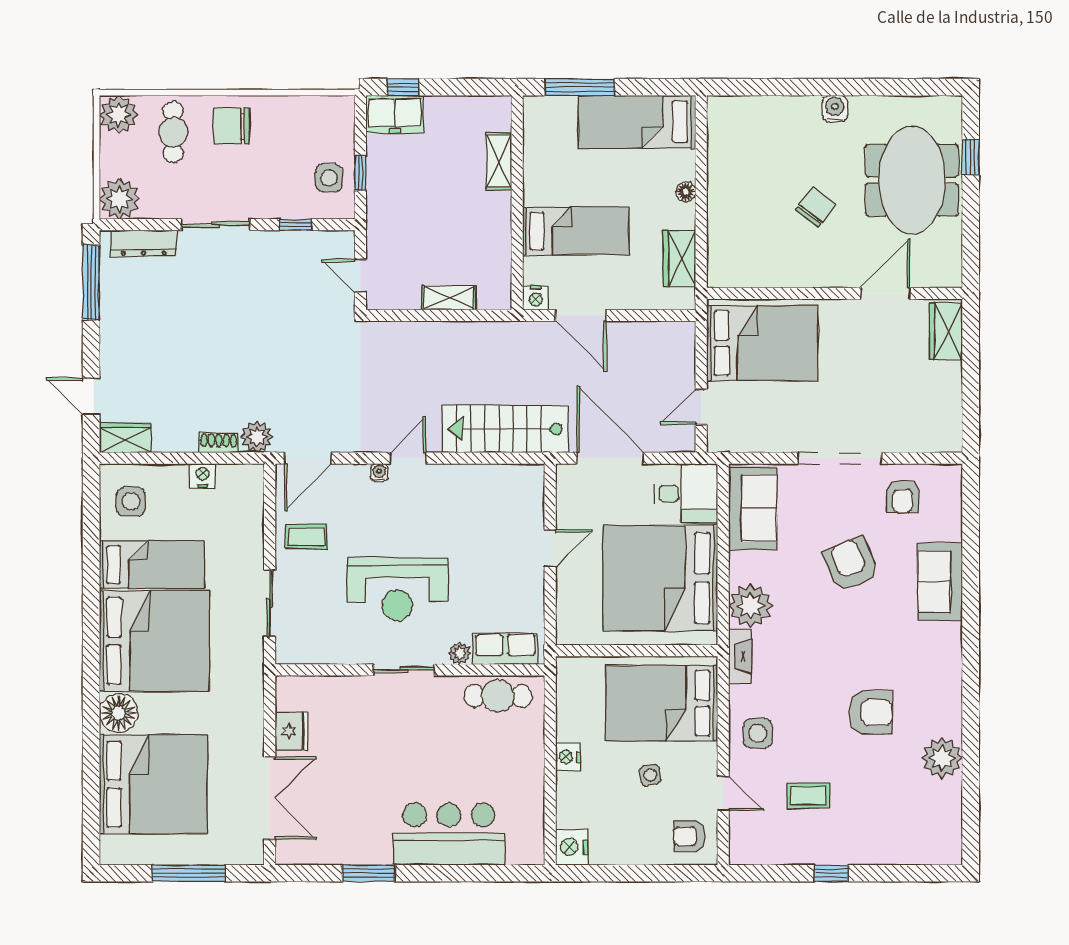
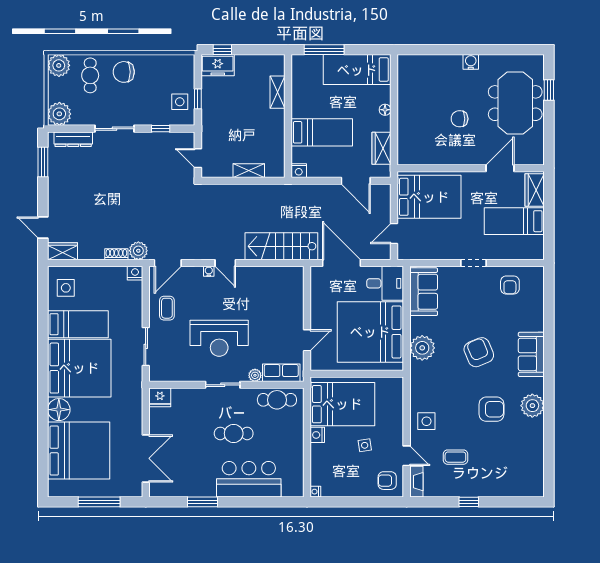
chair: (815, 207) -> (460, 119), turned -127
window: (91, 282) -> (43, 162), width x0.69
door: (581, 315) -> (356, 181), moved
bed: (910, 385) -> (514, 221), added
door: (408, 458) -> (225, 263), swing flipped
doorway: (840, 458) -> (474, 263), width x0.53
nightstand: (203, 476) -> (135, 273), moved
coffee table: (307, 537) -> (167, 308), turned 90
door: (550, 548) -> (307, 340), moved
armchair: (851, 564) -> (479, 352), moved
sofa: (940, 582) -> (531, 354), moved
fireplace: (740, 656) -> (416, 482), moved
bed: (662, 703) -> (342, 404), moved, turned 180
fridge: (292, 731) -> (160, 397), moved, turned 90
cafe table: (423, 755) -> (234, 433), added
plant: (942, 758) -> (532, 406), moved
nightstand: (572, 847) -> (315, 492), width x0.53, depth x0.56

